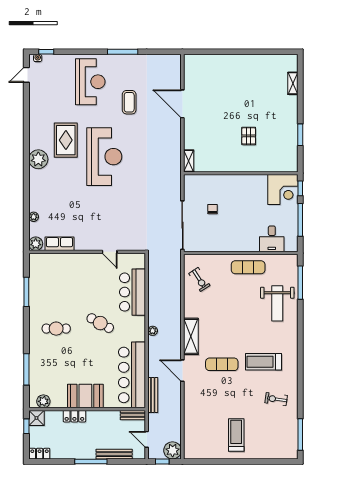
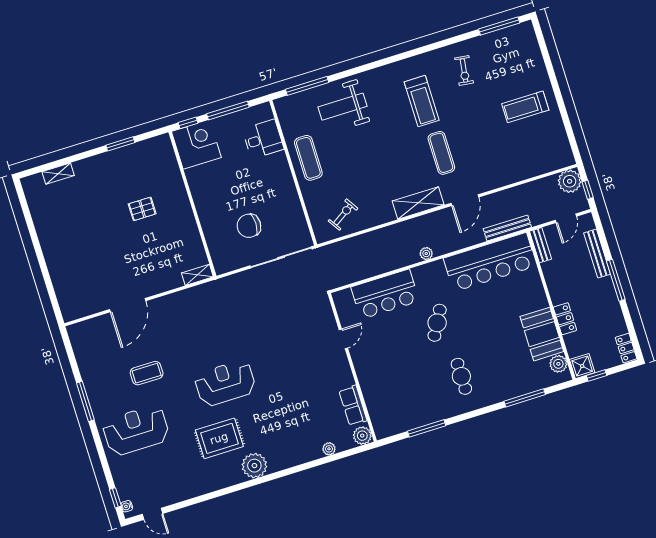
reception desk: (104, 157) -> (225, 383), width x0.74, depth x0.77
chair: (212, 209) -> (249, 226), width x1.87, depth x1.87
weight bench: (277, 303) -> (343, 107), turned 180
booth: (85, 396) -> (542, 334), moved

